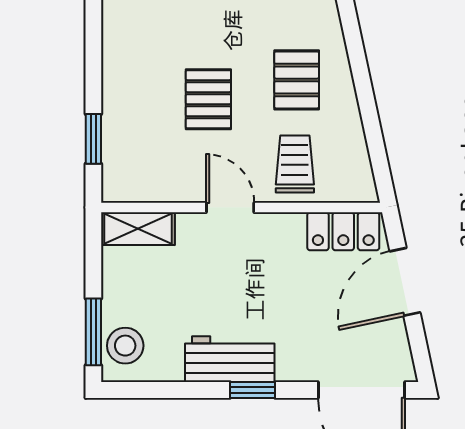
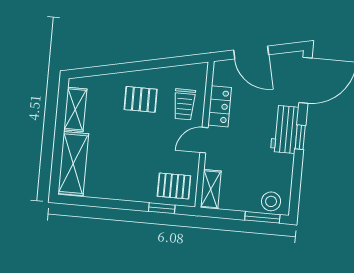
pallet: (208, 99) -> (174, 186), moved
trolley: (295, 164) -> (184, 104), turned -90
locker: (343, 231) -> (220, 106), moved
workbench: (230, 359) -> (285, 129), moved

